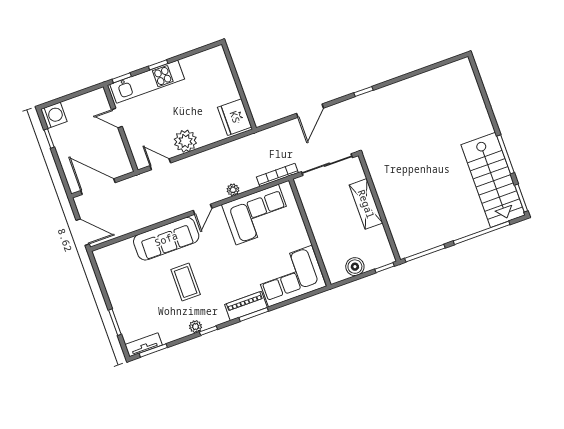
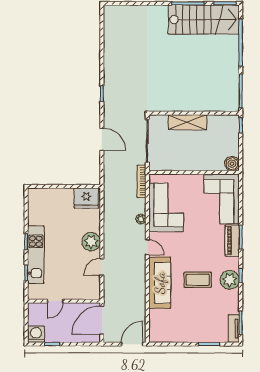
door: (117, 118) -> (55, 301), moved
wall: (121, 128) -> (64, 301), moved
boiler: (355, 267) -> (232, 164), moved
plant: (196, 327) -> (230, 280), width x1.88, depth x1.88

